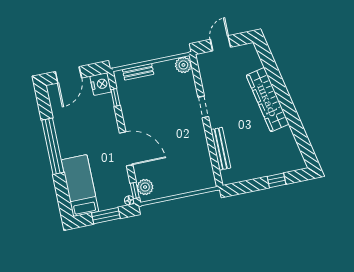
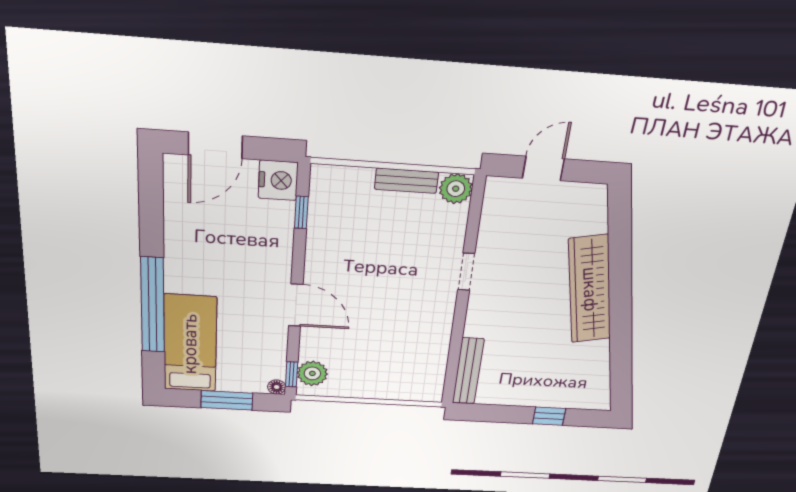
bench: (138, 72) -> (406, 181), moved
window: (53, 146) -> (153, 305), moved
door: (126, 149) -> (296, 305), width x0.73
bench: (221, 149) -> (468, 371), moved

